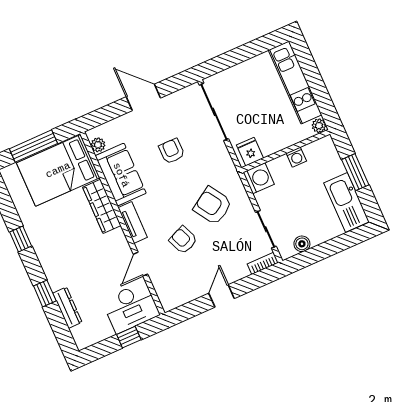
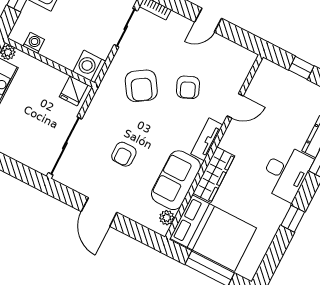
washing machine: (296, 157) -> (34, 43), moved
desk: (131, 307) -> (286, 173), moved, turned 90

